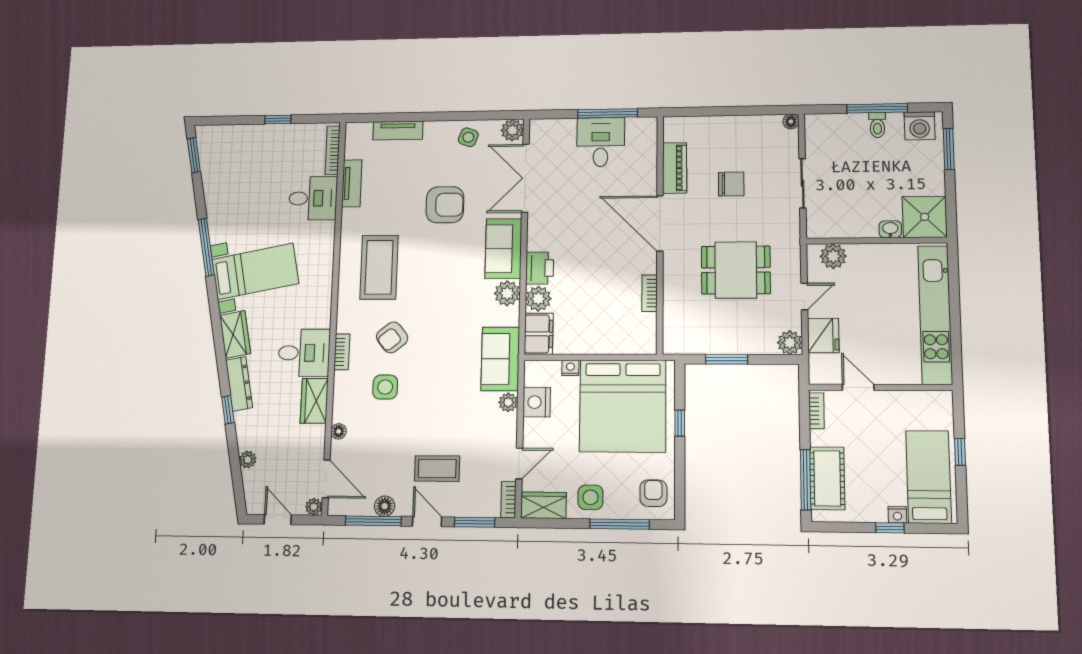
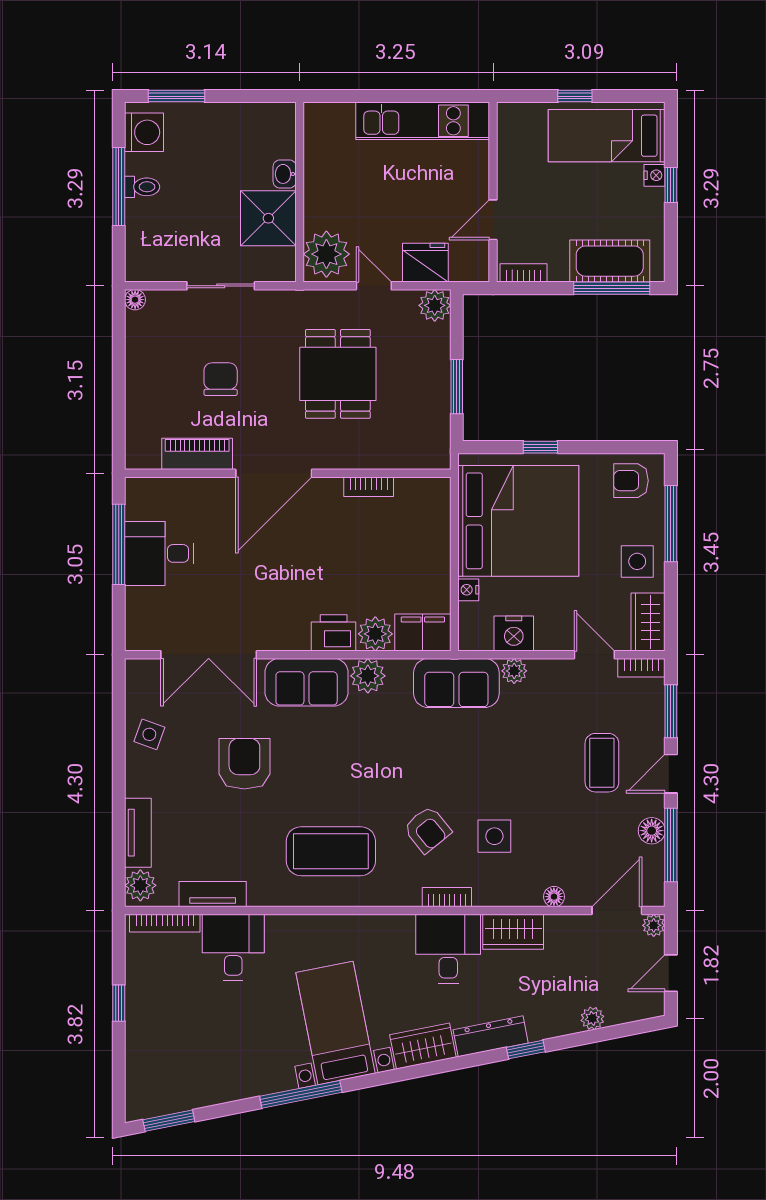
plant: (512, 130) -> (140, 885), moved
shower: (925, 217) -> (268, 218), moved
plant: (833, 256) -> (326, 254), width x1.36, depth x1.36
kitchen unit: (935, 315) -> (423, 121), width x0.73

